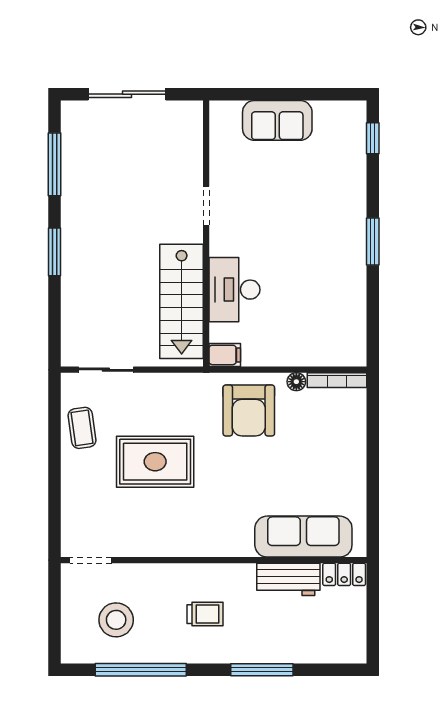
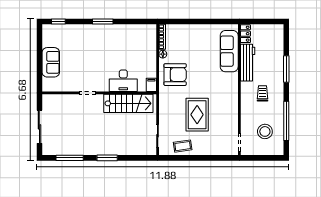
workbench: (288, 579) -> (248, 63), width x1.38

